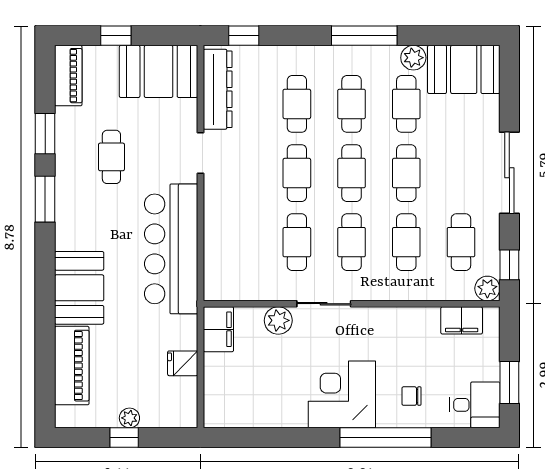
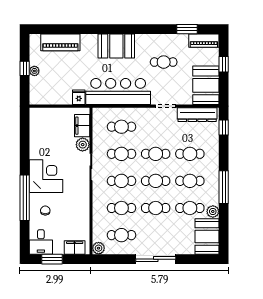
window: (45, 134) -> (187, 29), moved
window: (45, 199) -> (143, 29), removed
cafe table: (242, 242) -> (121, 127), added
window: (509, 265) -> (110, 259), removed
booth: (79, 288) -> (116, 46), moved
filing cabinet: (462, 320) -> (75, 247), moved, turned 90
filing cabinet: (218, 329) -> (82, 126), moved, turned 90
fridge: (183, 363) -> (79, 97), moved

